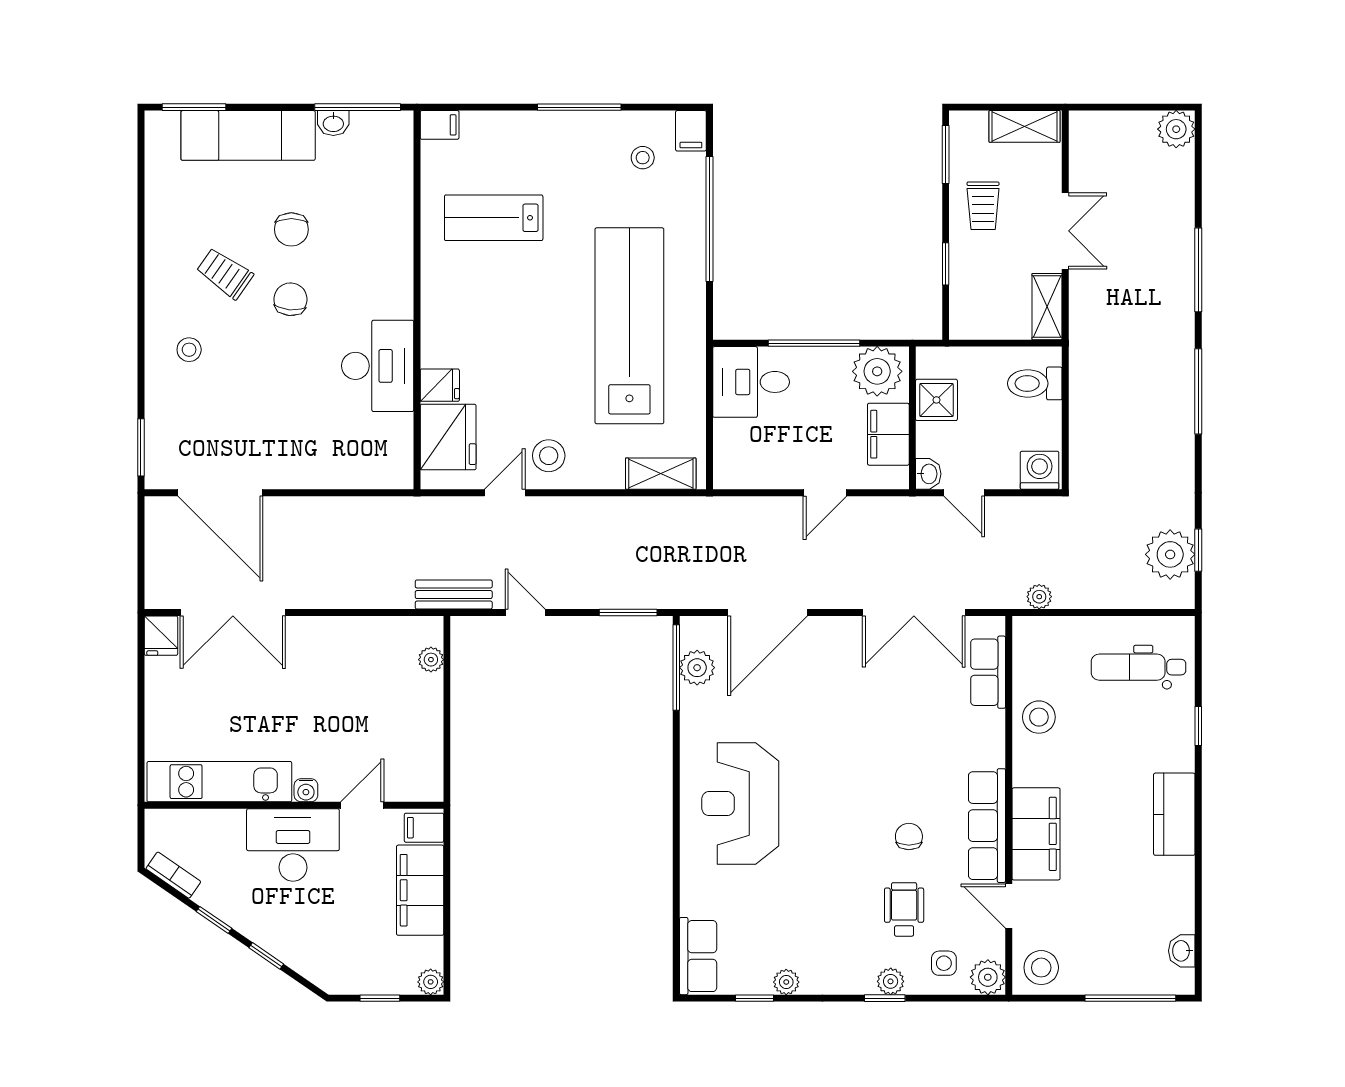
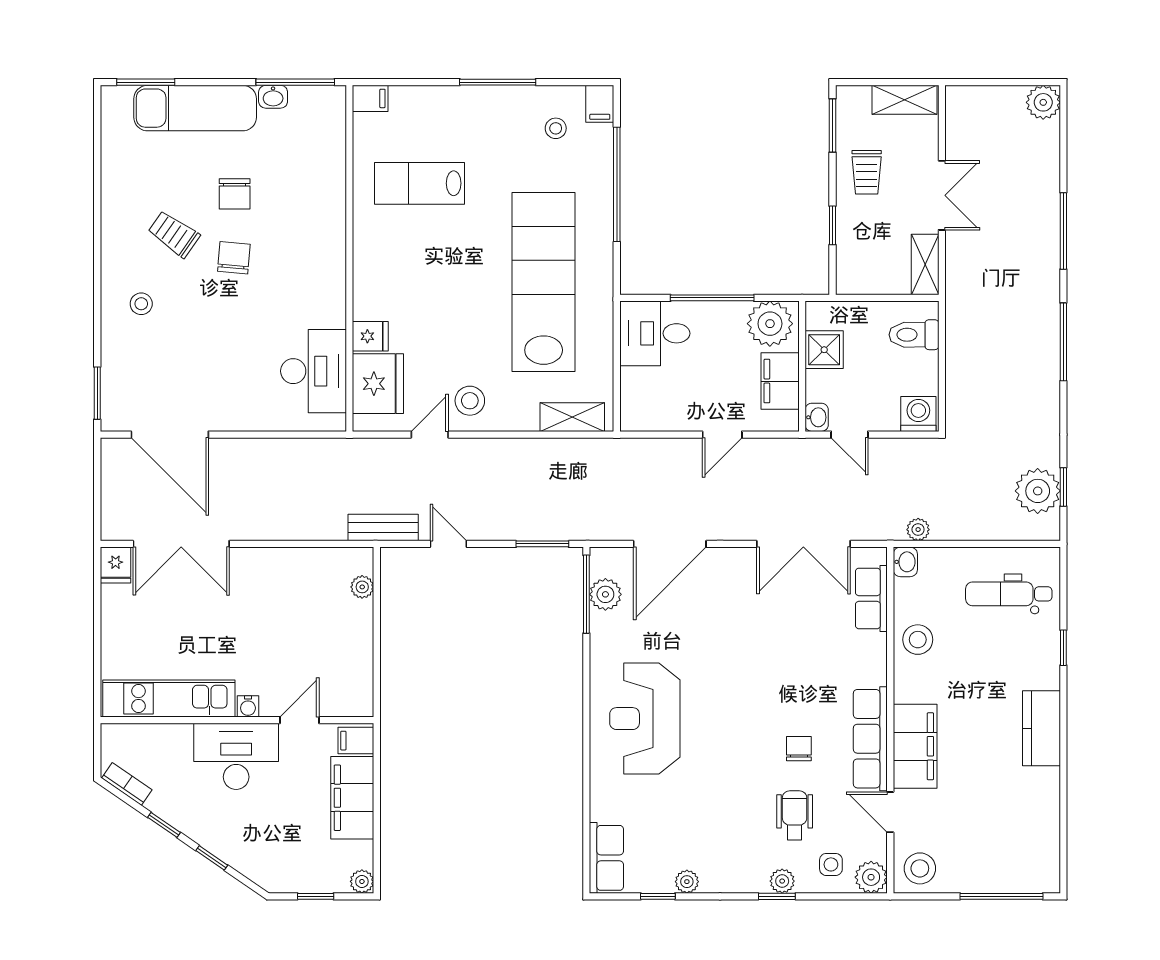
desk: (378, 366) -> (314, 371), moved
washbasin: (1182, 951) -> (905, 562), moved, turned 180

